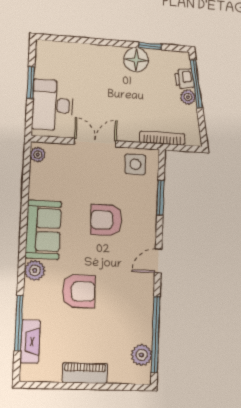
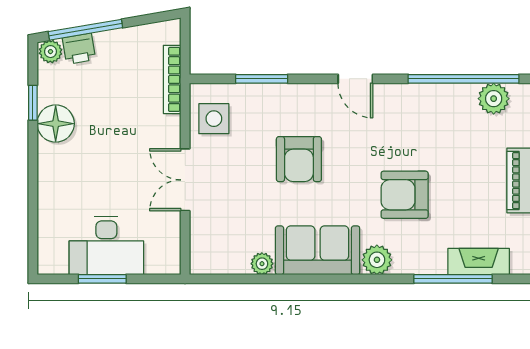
plant: (188, 97) -> (51, 52), moved
desk: (53, 105) -> (106, 246), moved
plant: (38, 155) -> (262, 264), moved
armchair: (79, 291) -> (405, 195), turned -90

